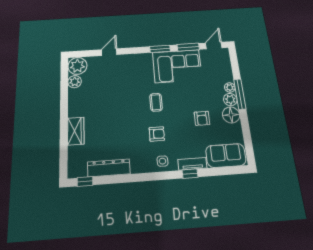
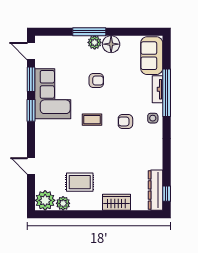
plant: (230, 87) -> (81, 41), removed
rug: (95, 95) -> (80, 182), added
armchair: (202, 118) -> (96, 80), moved
armchair: (157, 134) -> (125, 121), turned -90
dresser: (109, 168) -> (155, 190), moved
window: (190, 174) -> (167, 93), width x3.17

